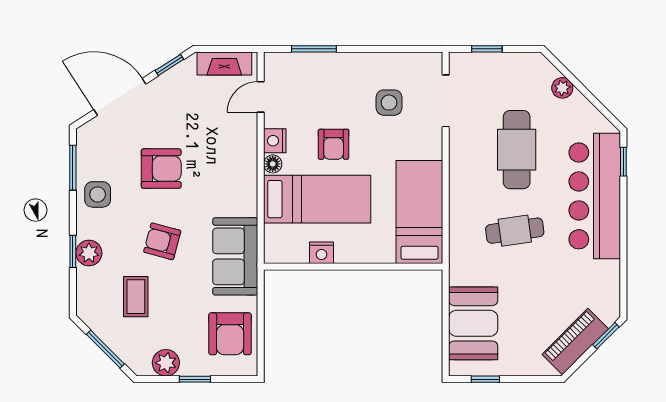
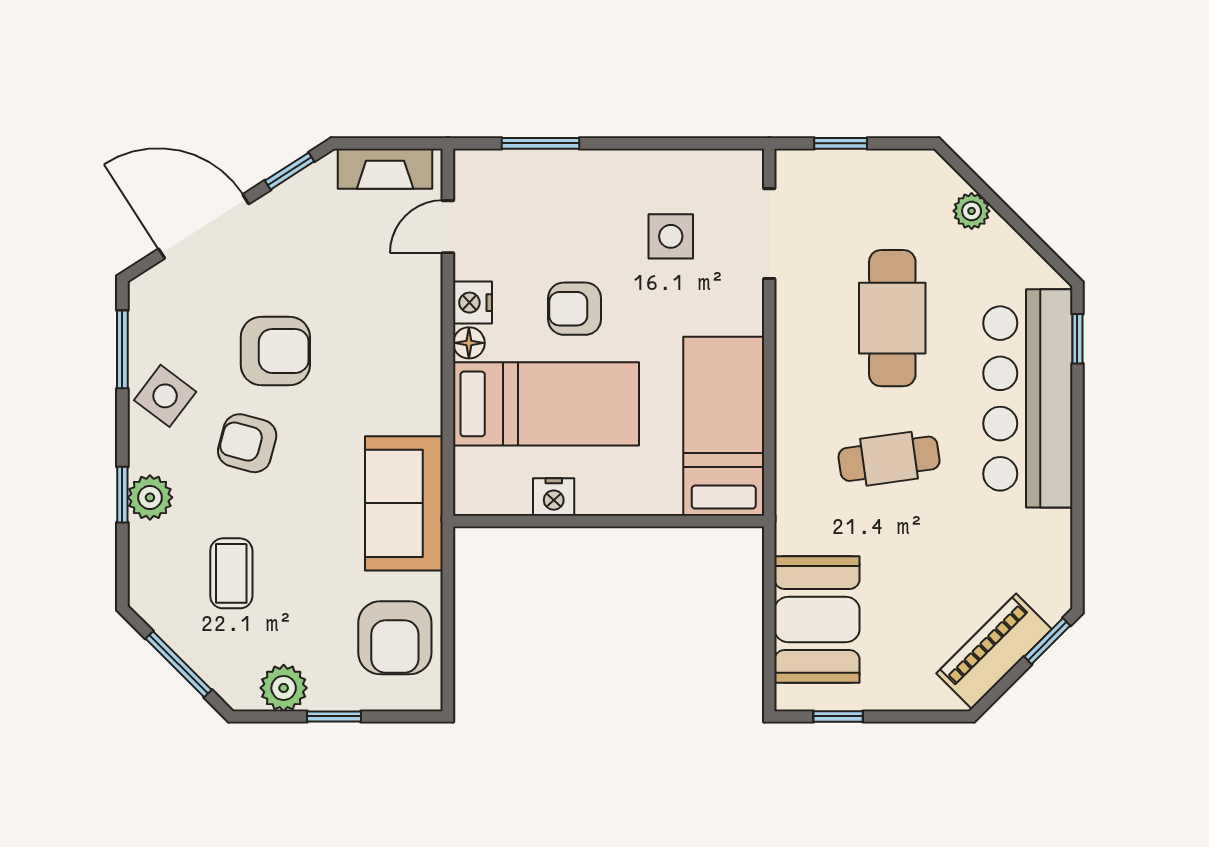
armchair: (334, 144) -> (575, 309), turned 90
side table: (98, 194) -> (165, 396), turned 37
armchair: (162, 241) -> (247, 443), moved

